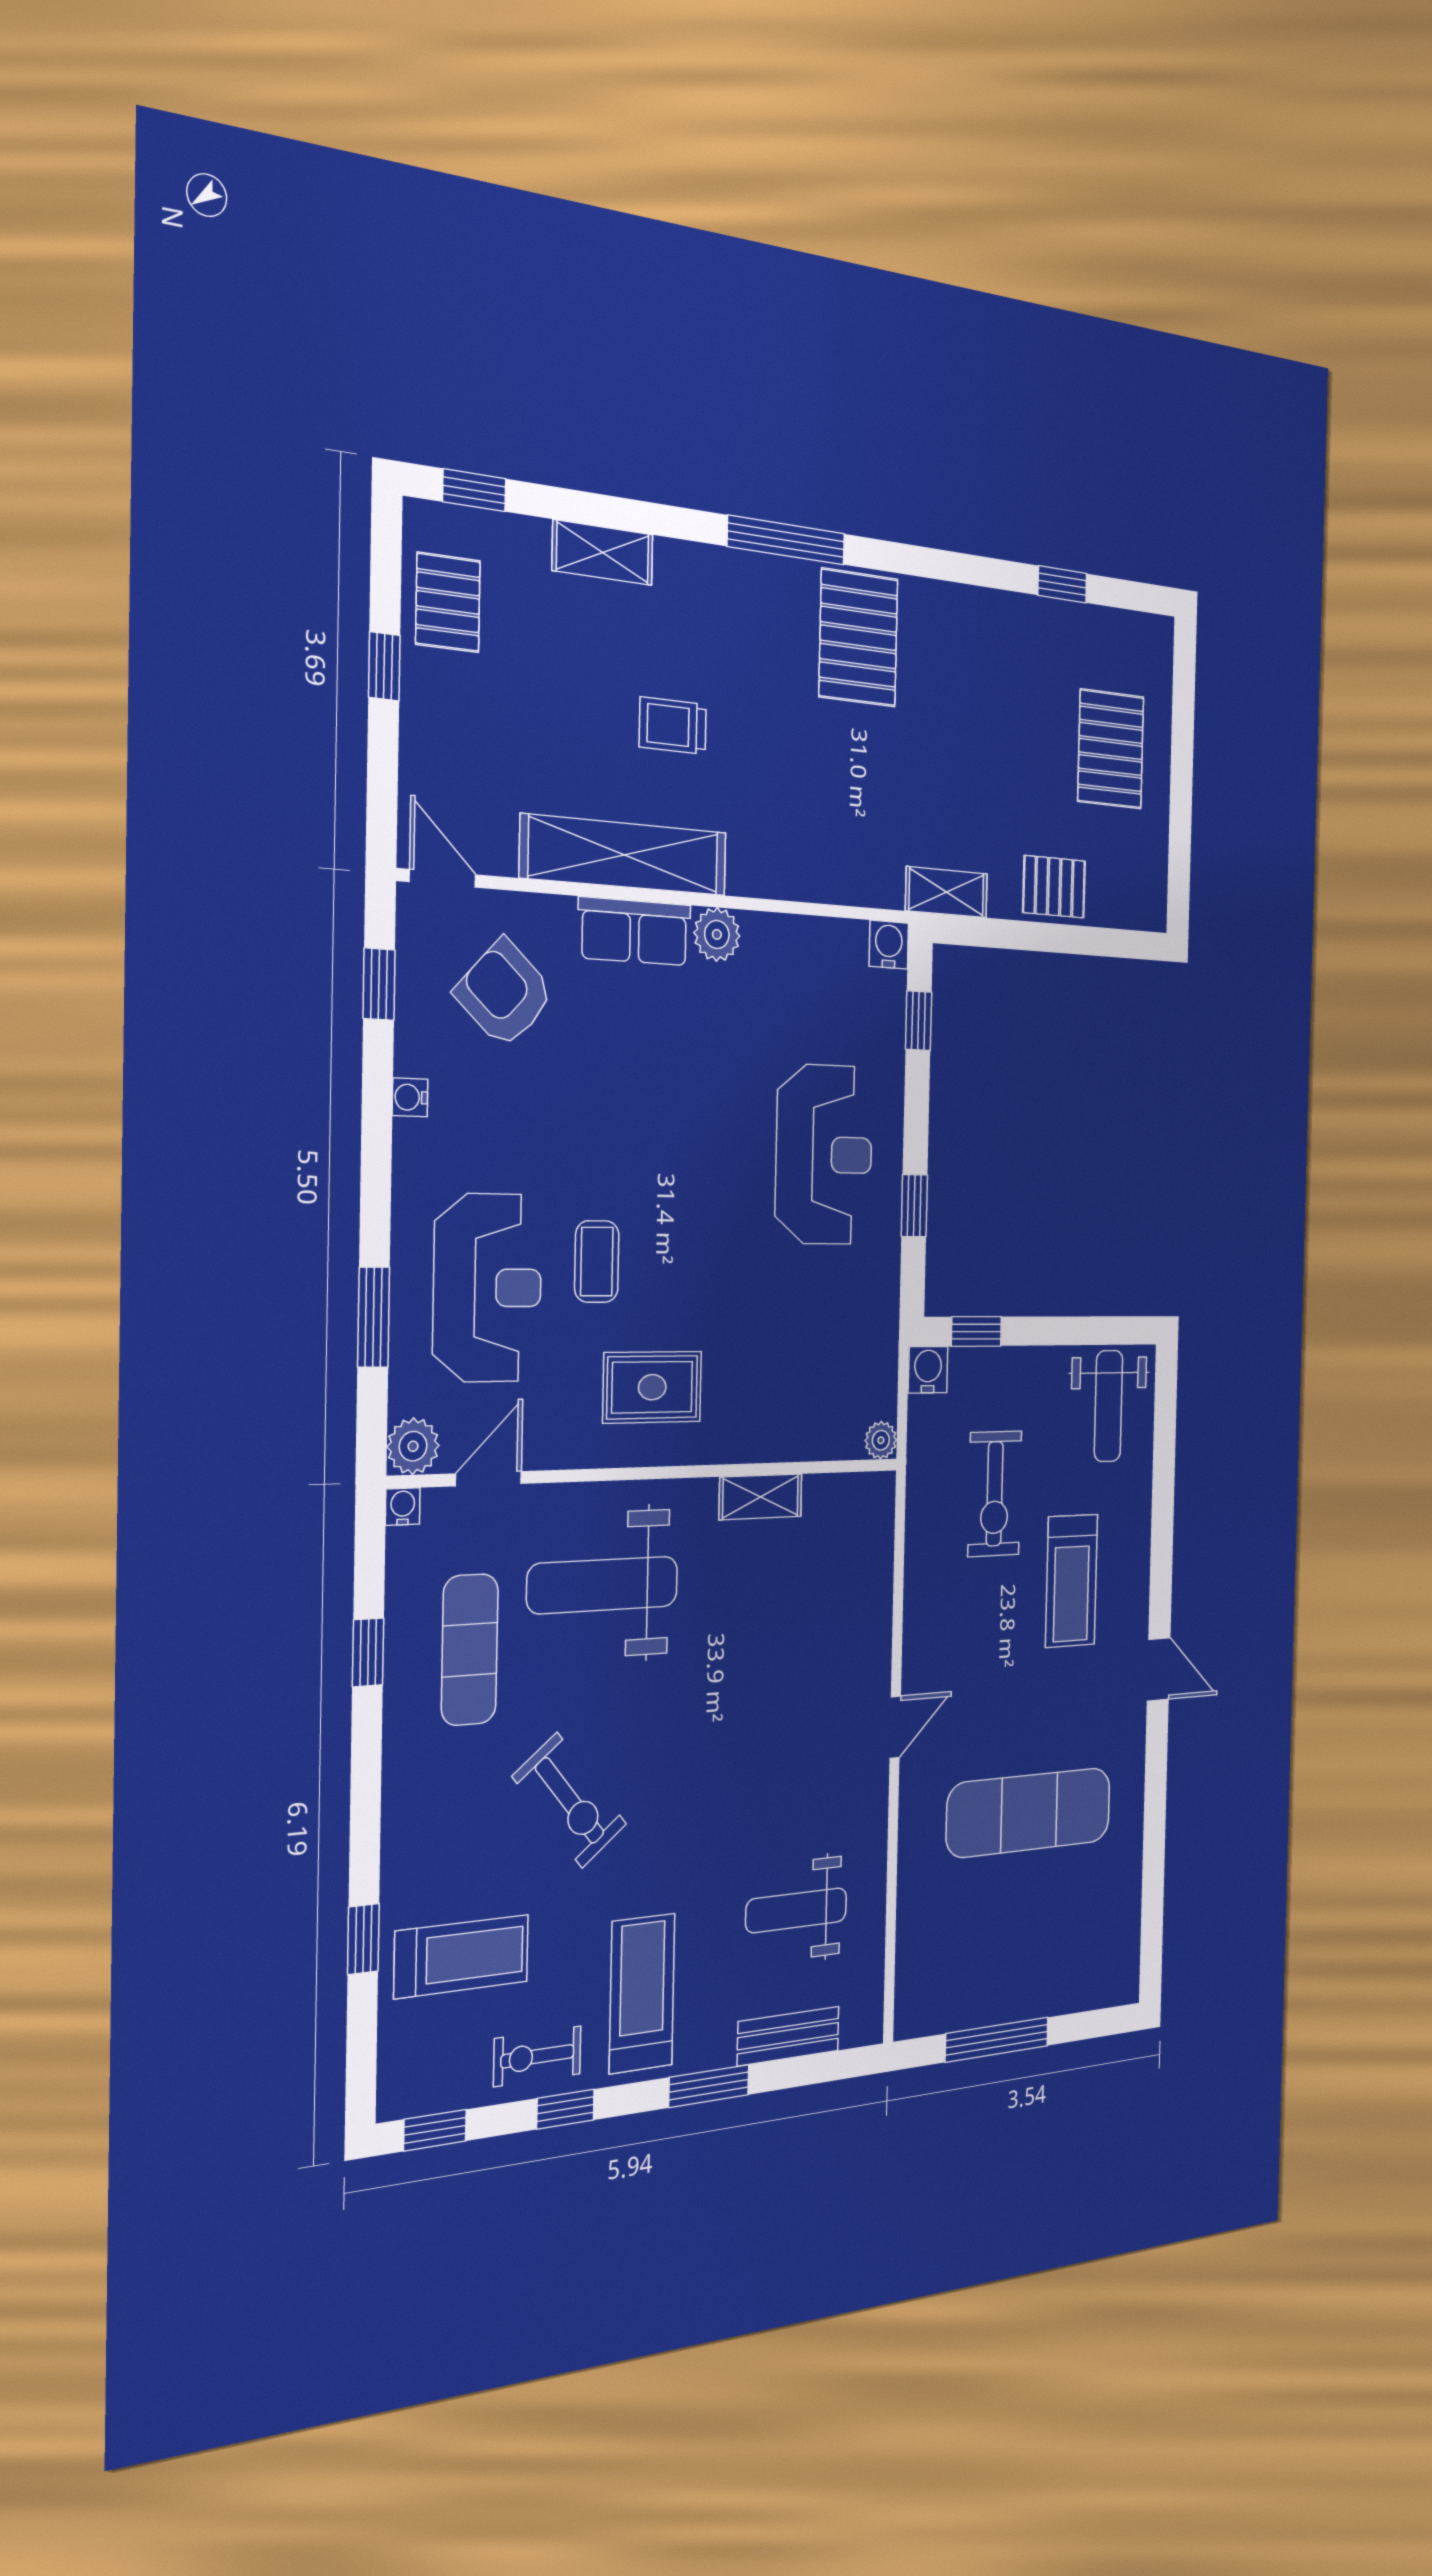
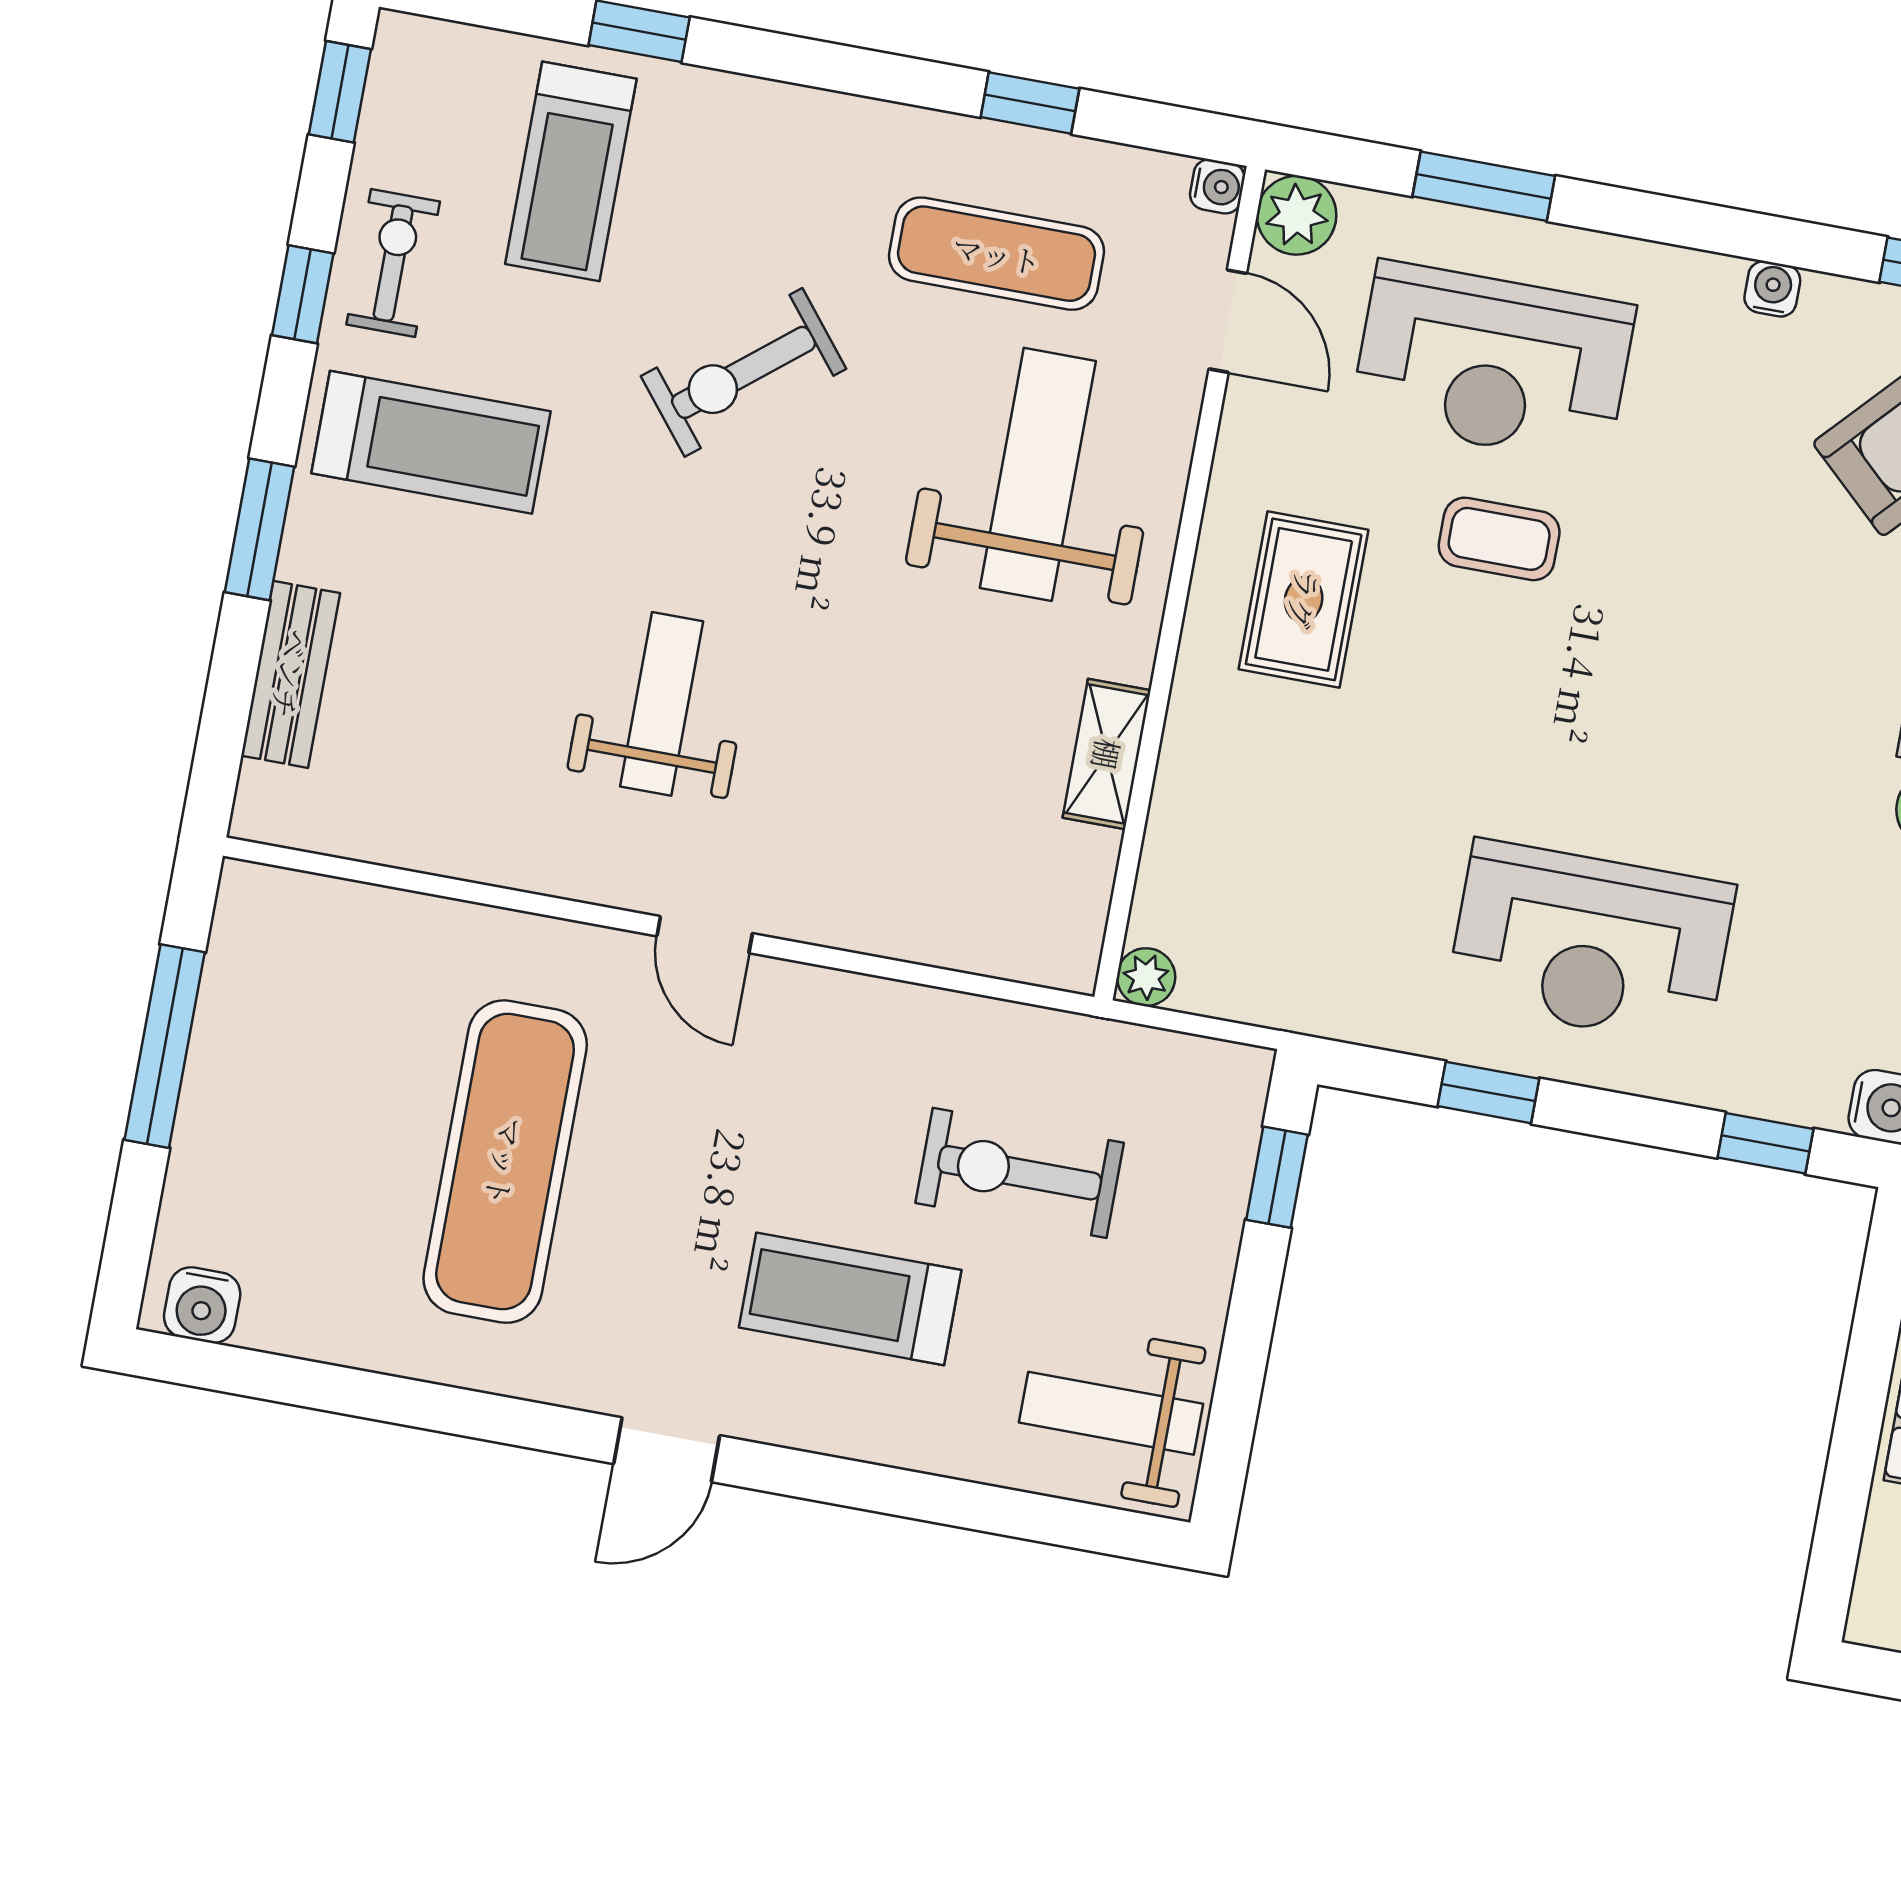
water cooler: (928, 1370) -> (202, 1305), moved, turned 90
weight bench: (796, 1910) -> (662, 704), moved

